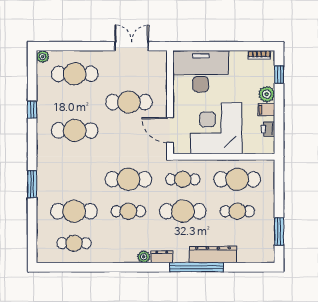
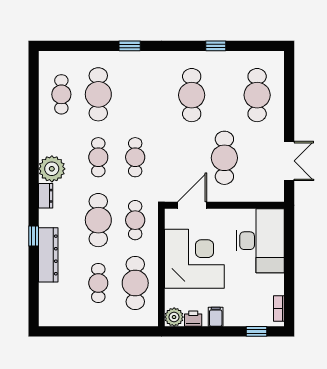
plant: (43, 57) -> (277, 58), removed
plant: (267, 94) -> (174, 317), moved
cafe table: (128, 179) -> (135, 157), width x0.73, depth x0.74
window: (32, 184) -> (130, 46), width x0.67
window: (279, 231) -> (75, 331), removed
plant: (144, 257) -> (52, 169), width x1.88, depth x1.88
window: (197, 267) -> (34, 236), width x0.32

